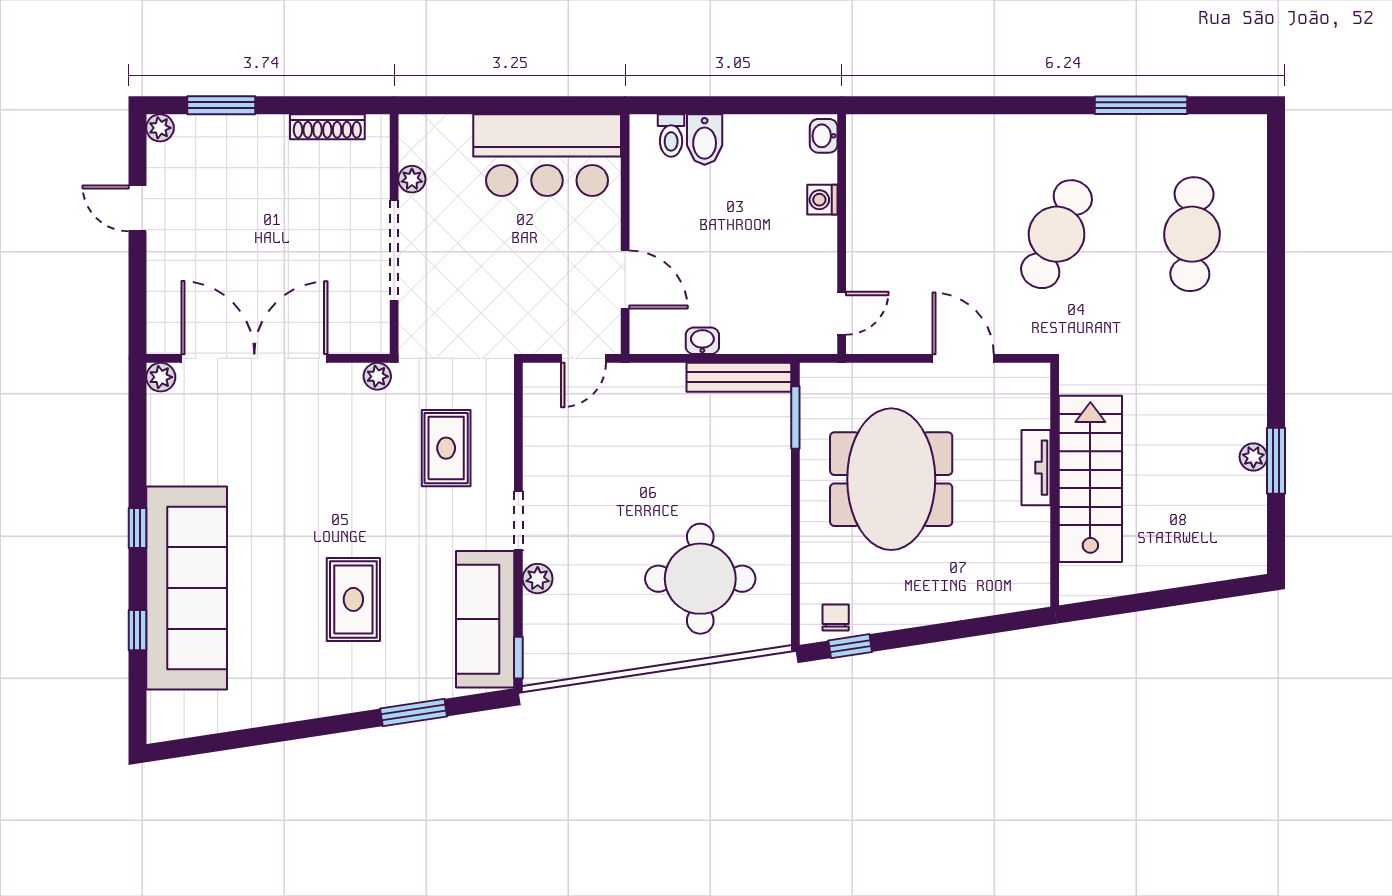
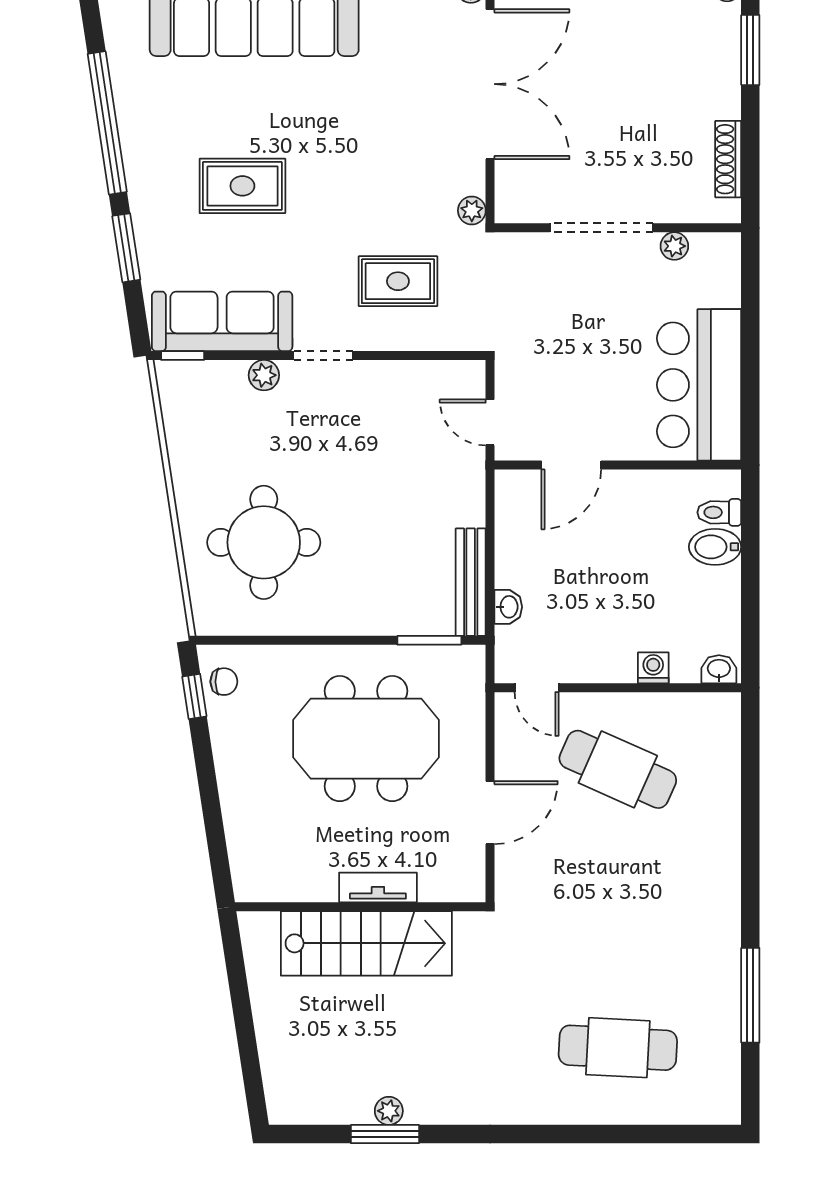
cafe table: (1057, 234) -> (618, 769), moved
washbasin: (702, 341) -> (508, 607), moved
window: (292, 731) -> (107, 123), added

